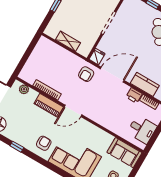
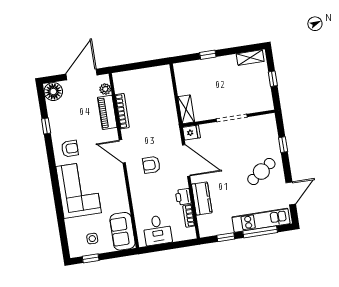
shelving: (68, 41) -> (186, 109), moved
armchair: (86, 74) -> (151, 165), moved
piano: (49, 105) -> (107, 112), moved

